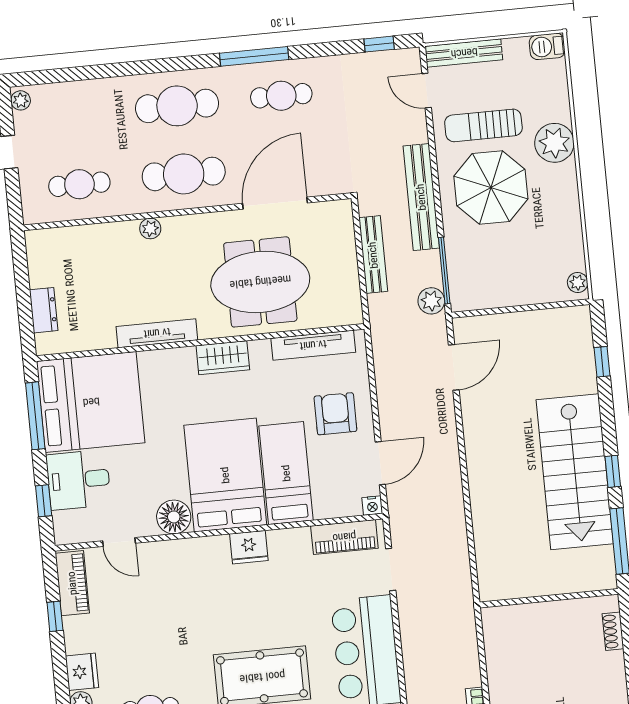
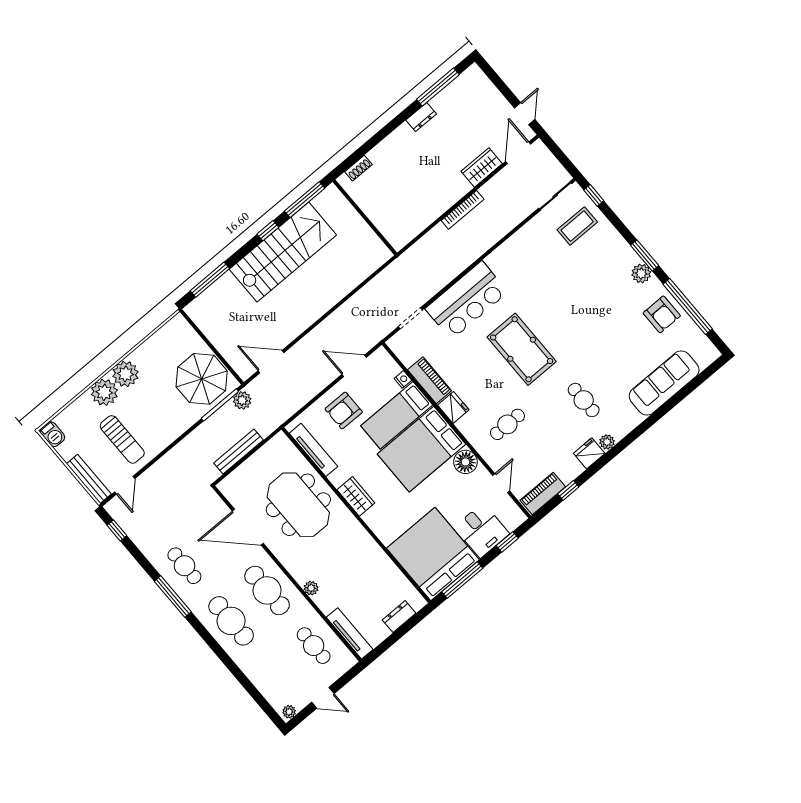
parasol: (491, 188) -> (202, 379), moved
bench: (421, 197) -> (187, 447), removed
plant: (578, 282) -> (125, 374), moved, width x1.88, depth x1.88
tv unit: (157, 333) -> (350, 633), moved, turned 180
window: (602, 362) -> (210, 280), width x2.17
nightstand: (372, 506) -> (403, 379), moved
piano: (344, 537) -> (430, 380), moved
cafe table: (184, 598) -> (507, 424), added

